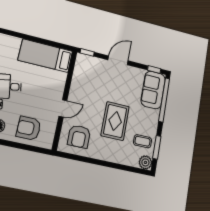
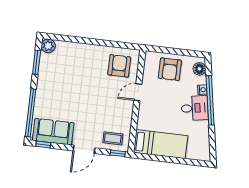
sofa: (153, 90) -> (53, 132), moved, turned -90
rug: (115, 121) -> (83, 85), removed
armchair: (29, 128) -> (170, 69), turned 90
coffee table: (142, 141) -> (113, 138), moved

